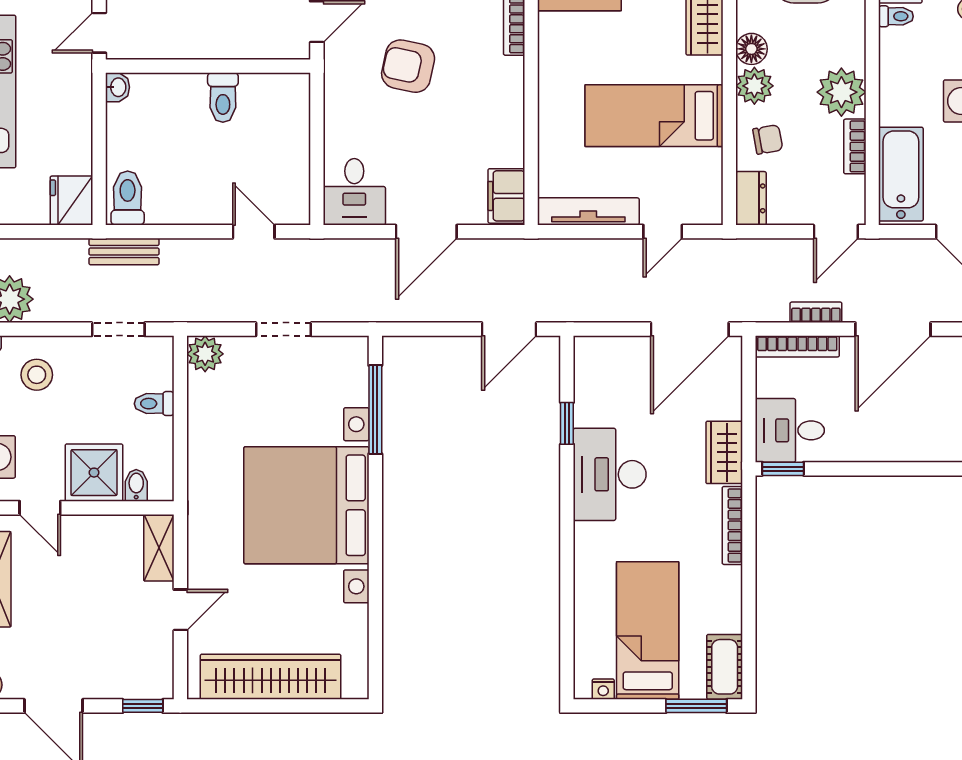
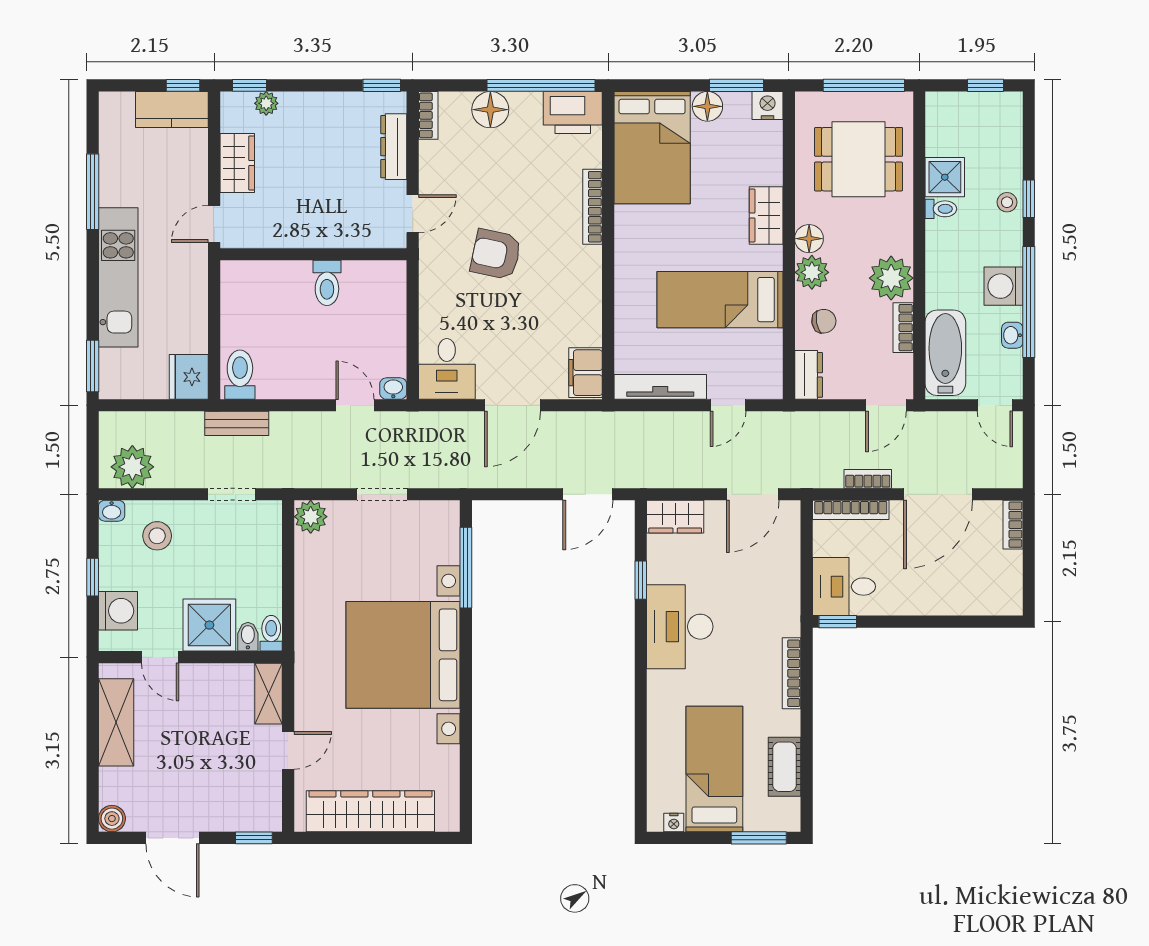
washbasin: (118, 87) -> (393, 389), moved, turned -90
door: (690, 329) -> (753, 494), width x0.73
toilet: (154, 404) -> (271, 633), moved, turned 90
wardrobe: (724, 452) -> (675, 517), moved, turned -90
cot: (725, 667) -> (785, 767), moved

